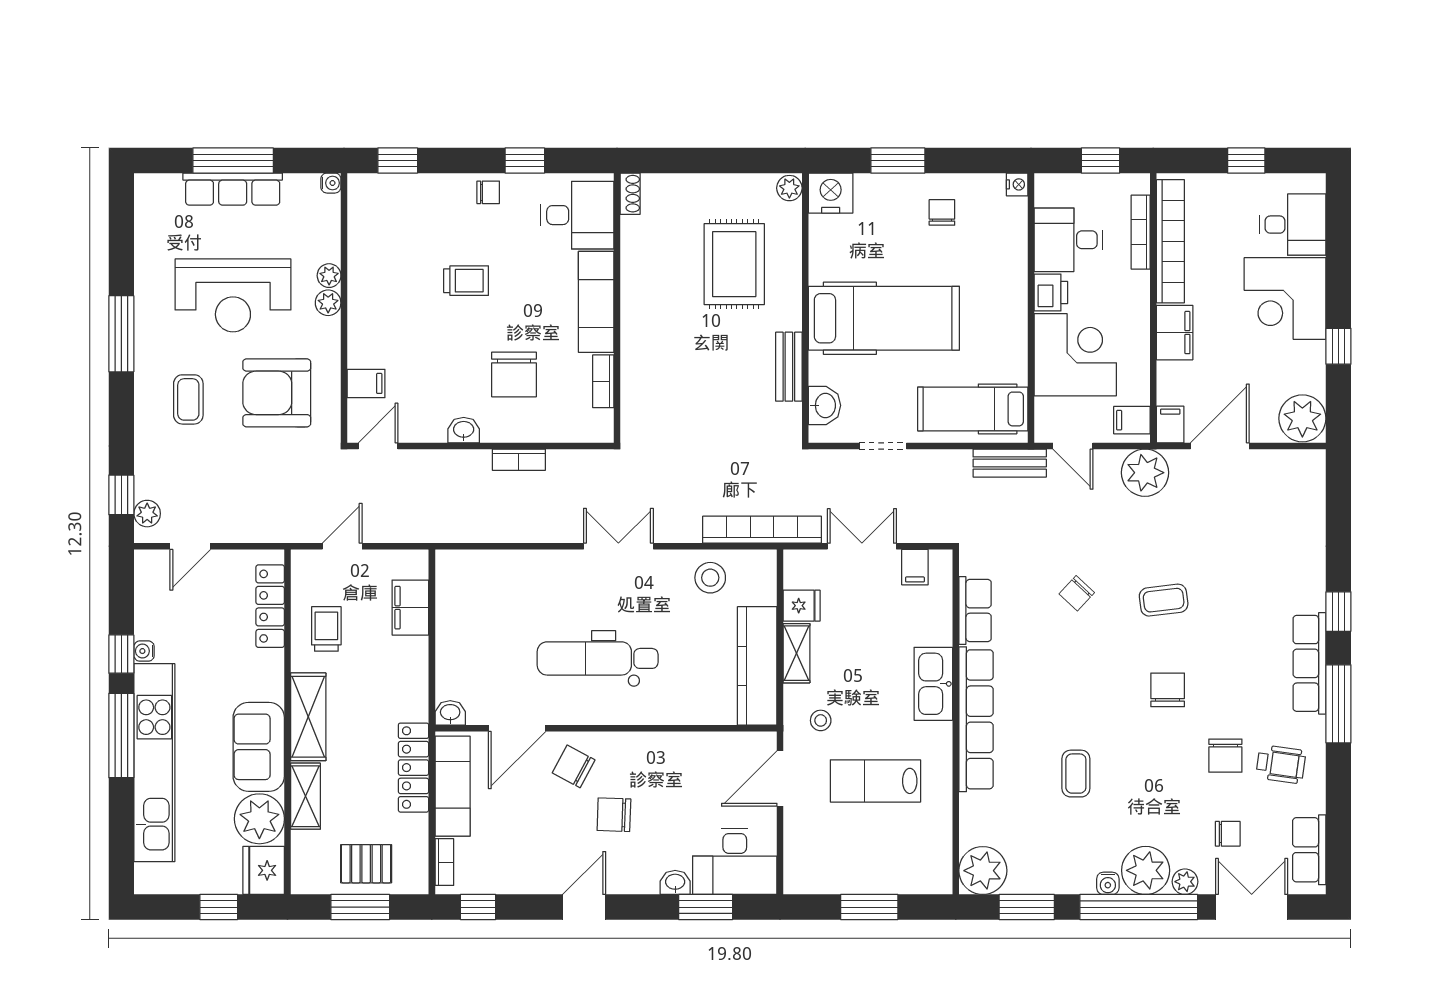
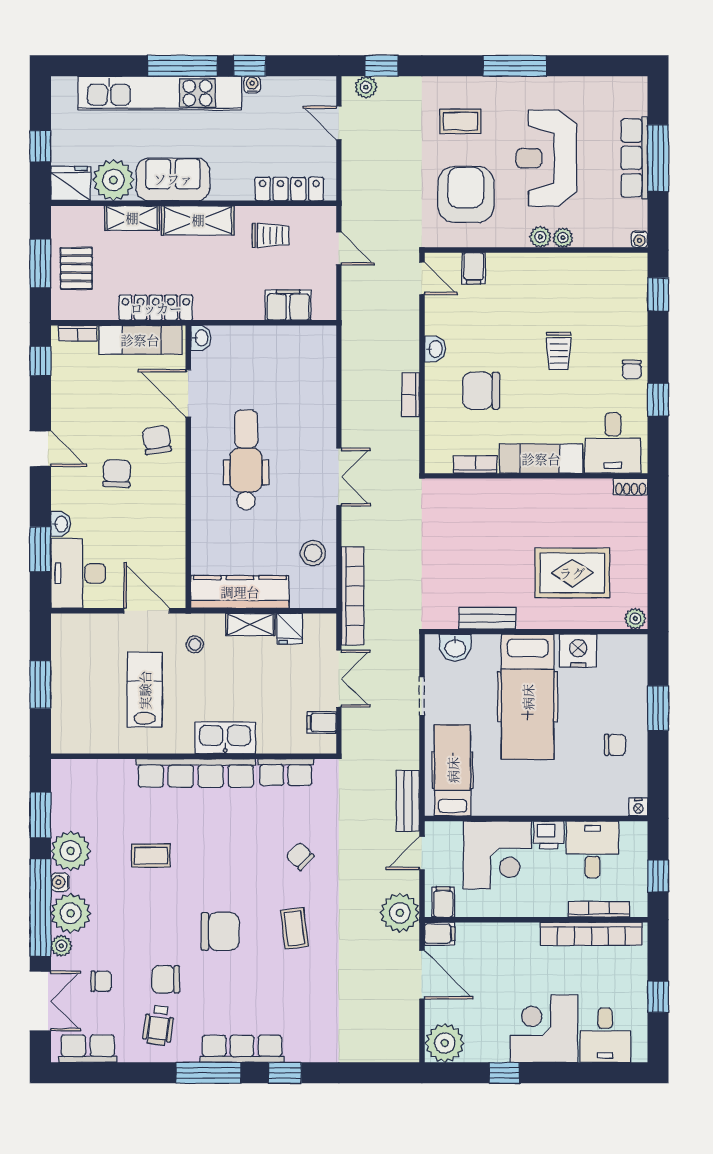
nightstand: (831, 193) -> (578, 651), moved, turned -90
filing cabinet: (1175, 333) -> (516, 937), removed
chair: (1168, 690) -> (220, 931), width x1.37, depth x1.37
chair: (574, 766) -> (157, 440), turned -37
chair: (1228, 834) -> (101, 981), turned -90
plant: (983, 871) -> (71, 851), moved

